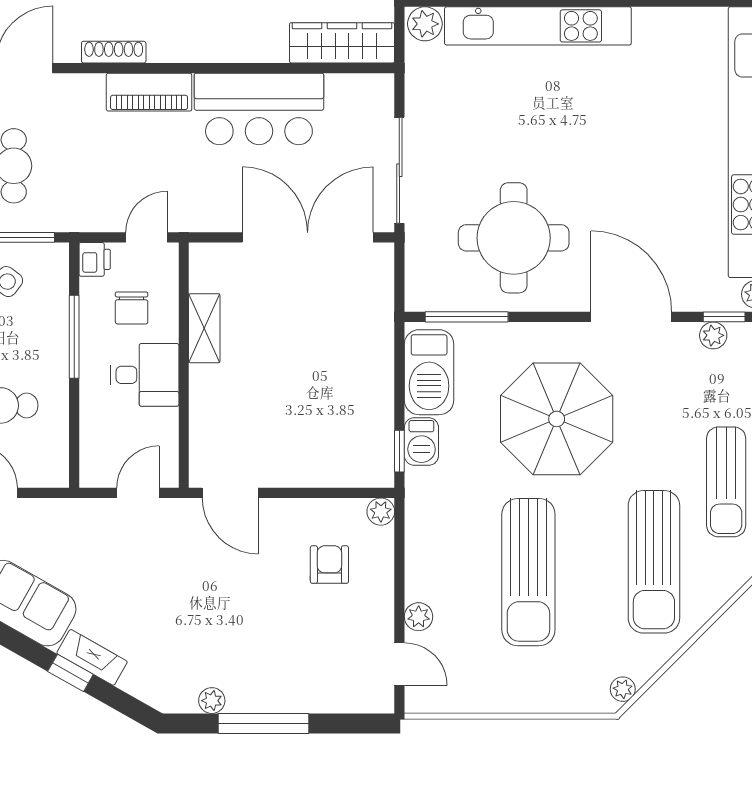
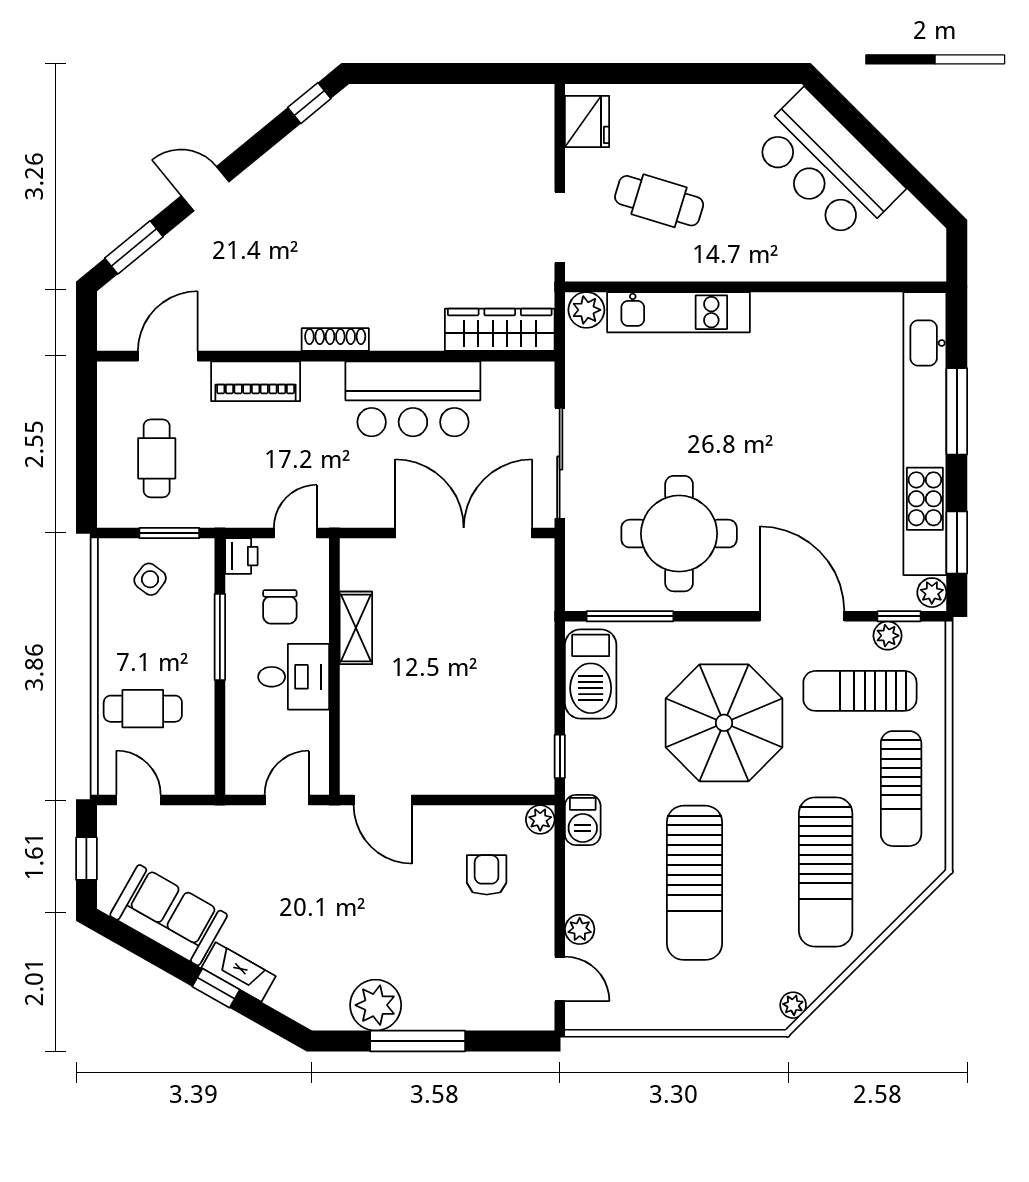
kitchen unit: (538, 26) -> (678, 312), width x0.73
shoe rack: (114, 52) -> (335, 340), moved
piano: (149, 92) -> (256, 381), moved
sun lounger: (687, 388) -> (860, 691), added
barbecue: (421, 441) -> (583, 820), moved
plant: (212, 701) -> (376, 1005), width x1.88, depth x1.88

